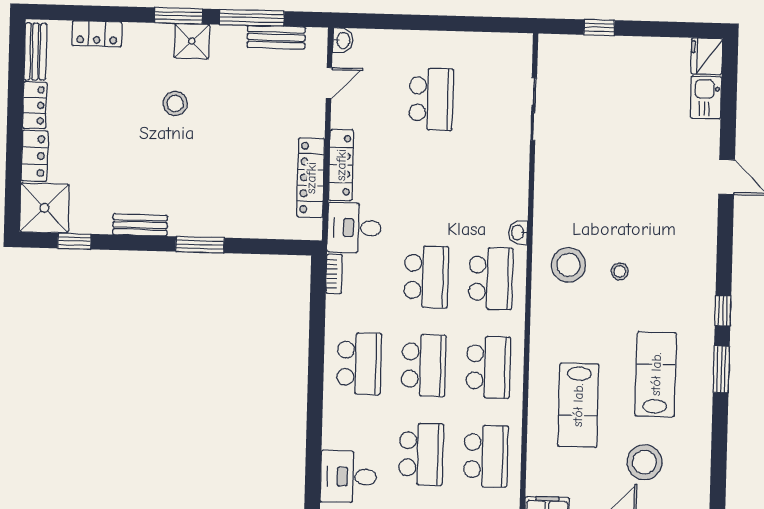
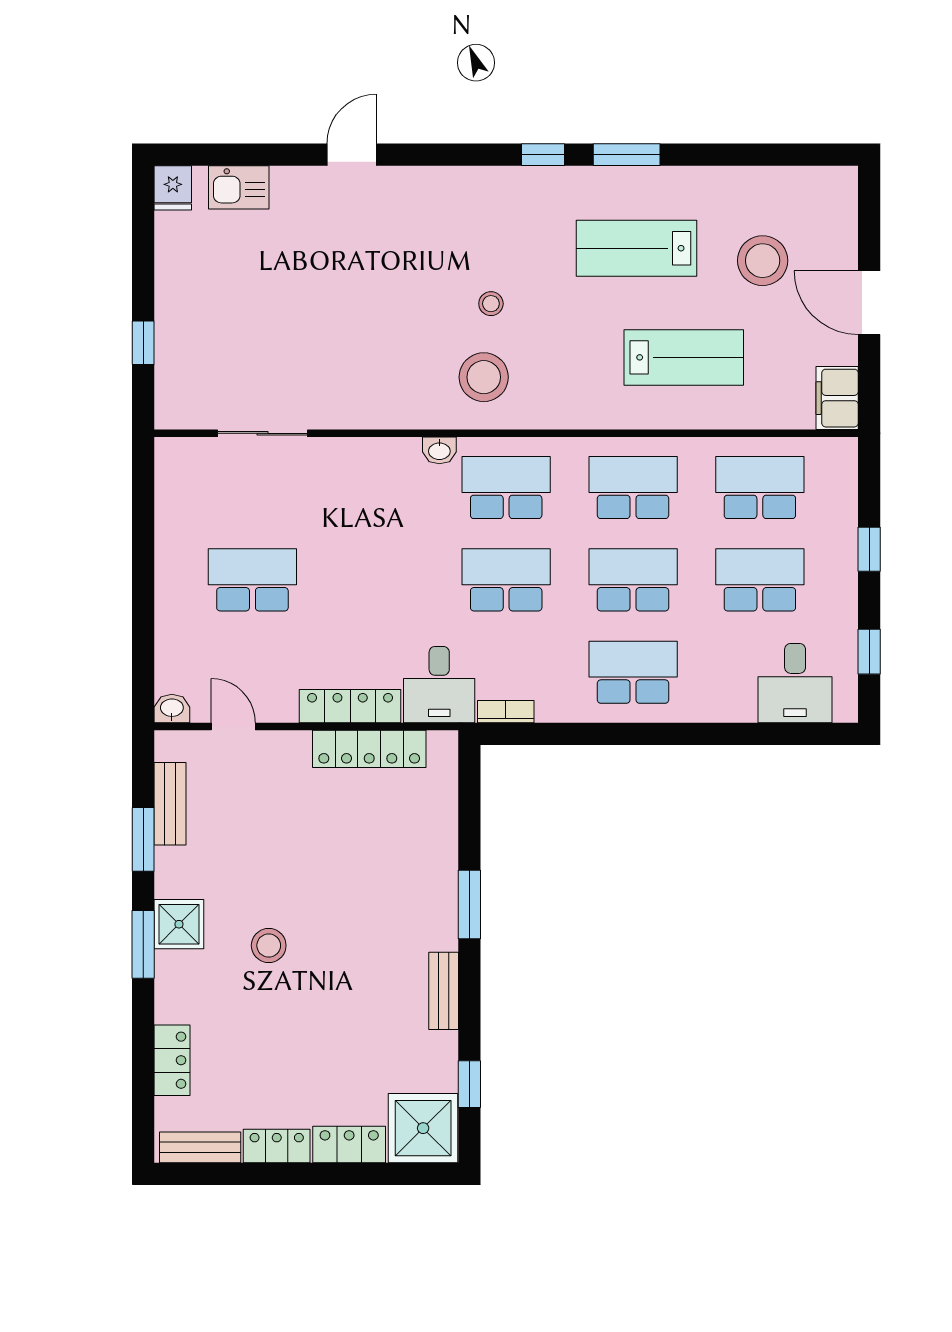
window: (252, 18) -> (143, 839), width x0.69
fridge: (707, 56) -> (173, 188), width x0.72

